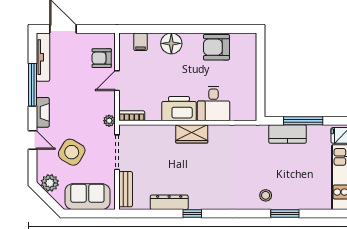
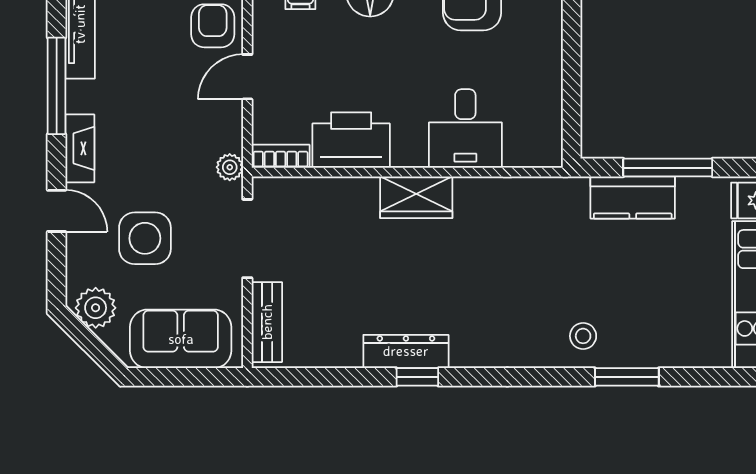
armchair: (102, 58) -> (213, 26), turned 90
printer: (179, 109) -> (351, 140), moved
side table: (72, 152) -> (145, 238), turned -30
dresser: (169, 202) -> (406, 351), moved

